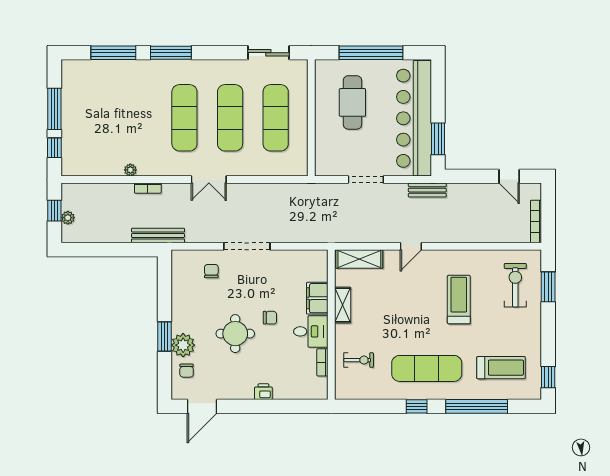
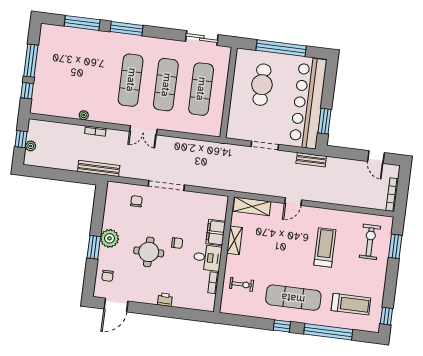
plant: (183, 345) -> (110, 238), moved

